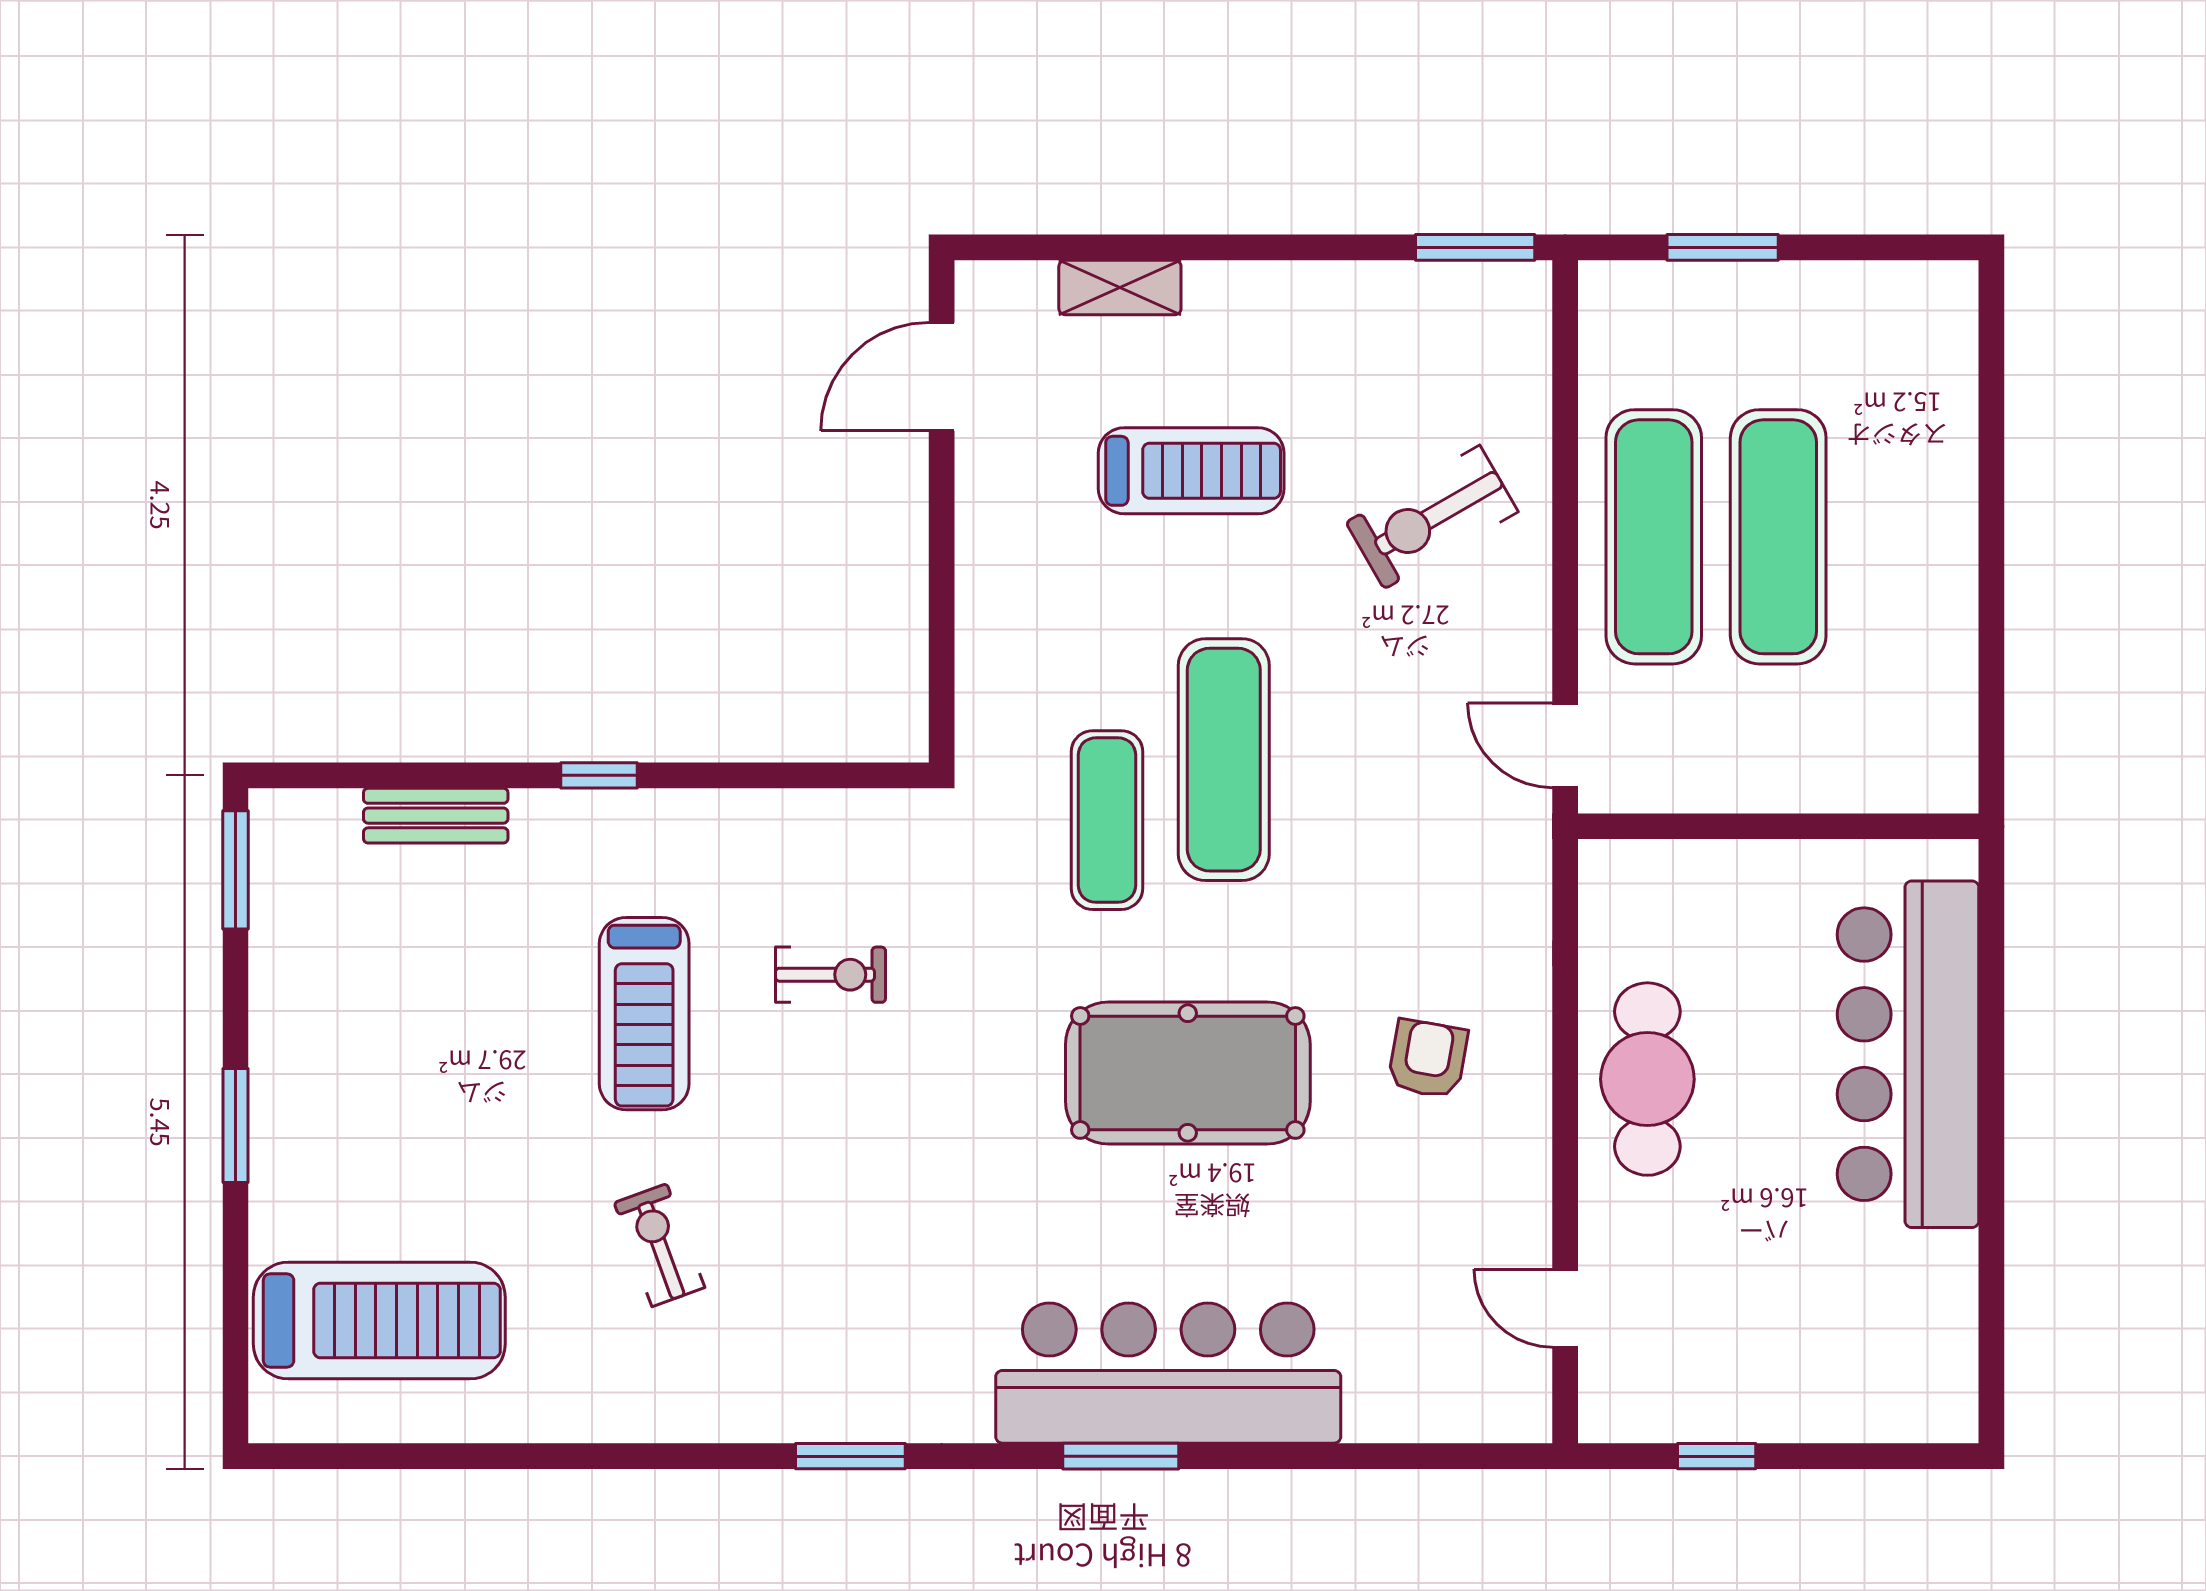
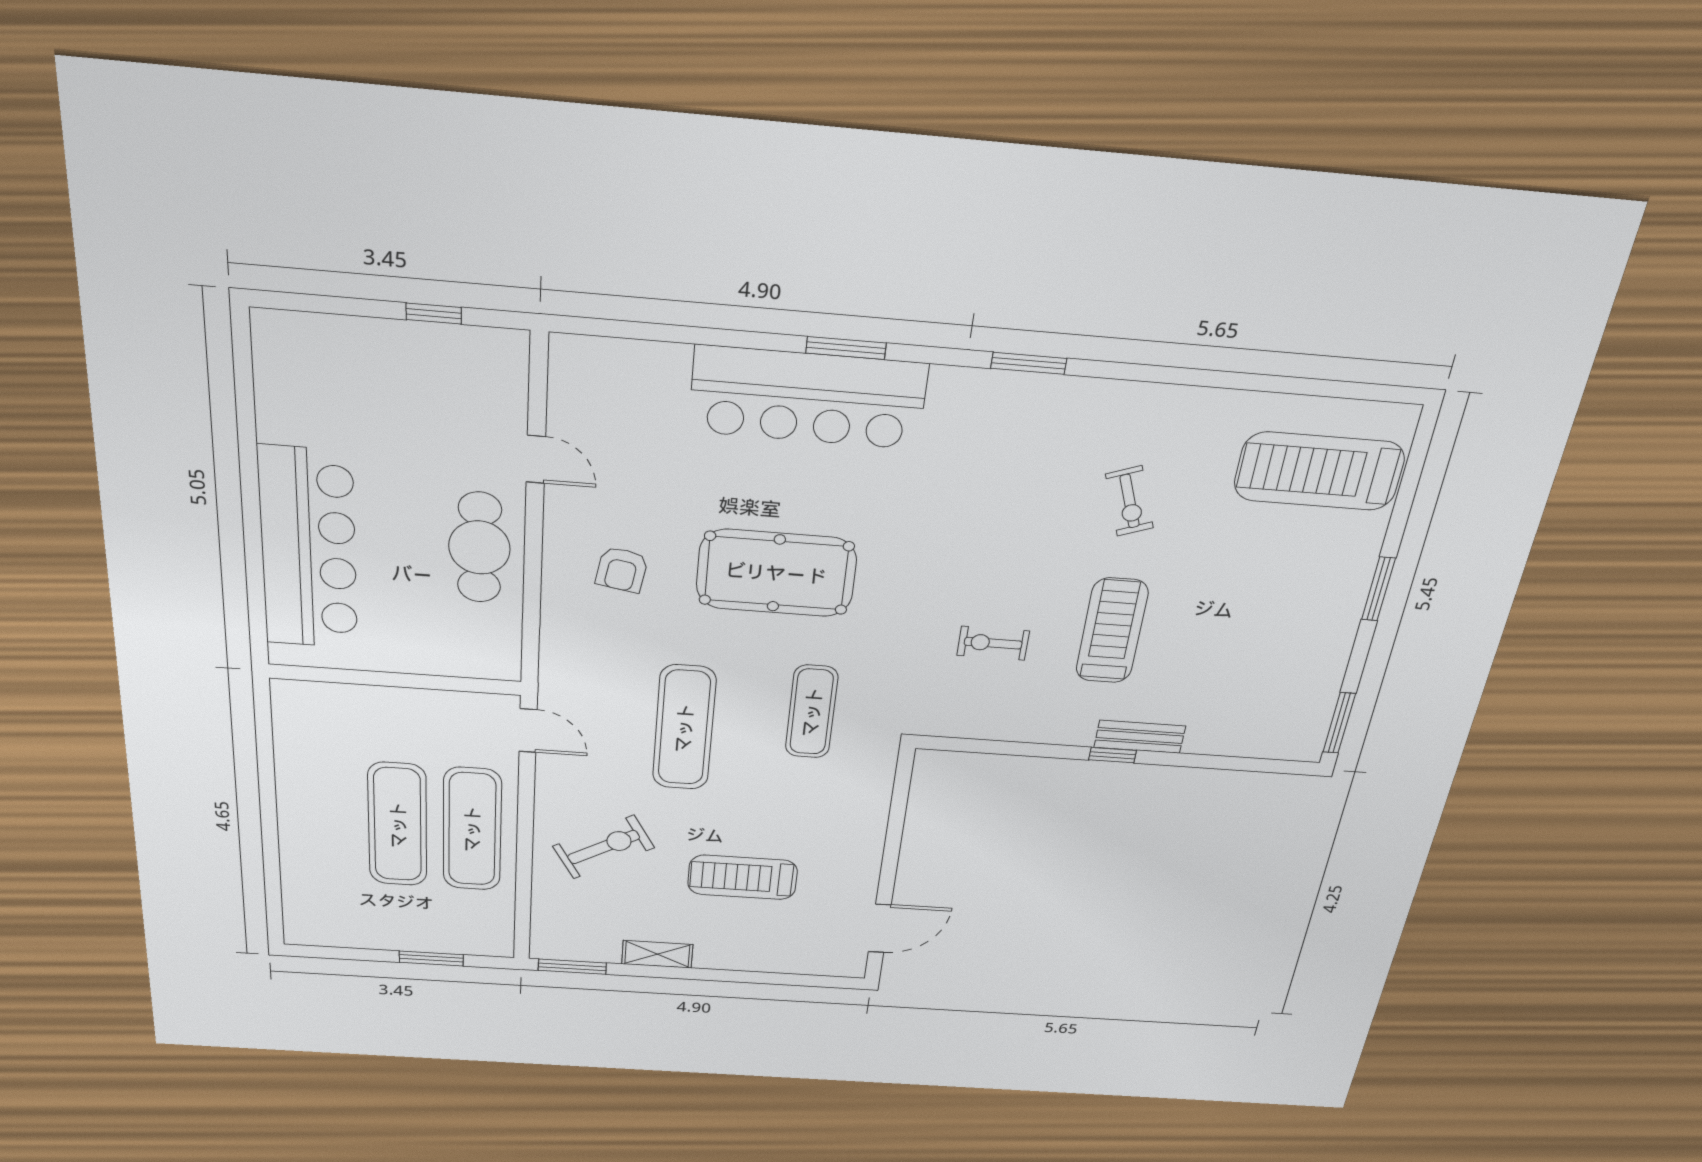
shelving: (1120, 288) -> (657, 954), moved
exercise mat: (1224, 760) -> (684, 728), moved
bench: (436, 816) -> (1140, 737), moved
door: (1565, 1308) -> (536, 459), moved

